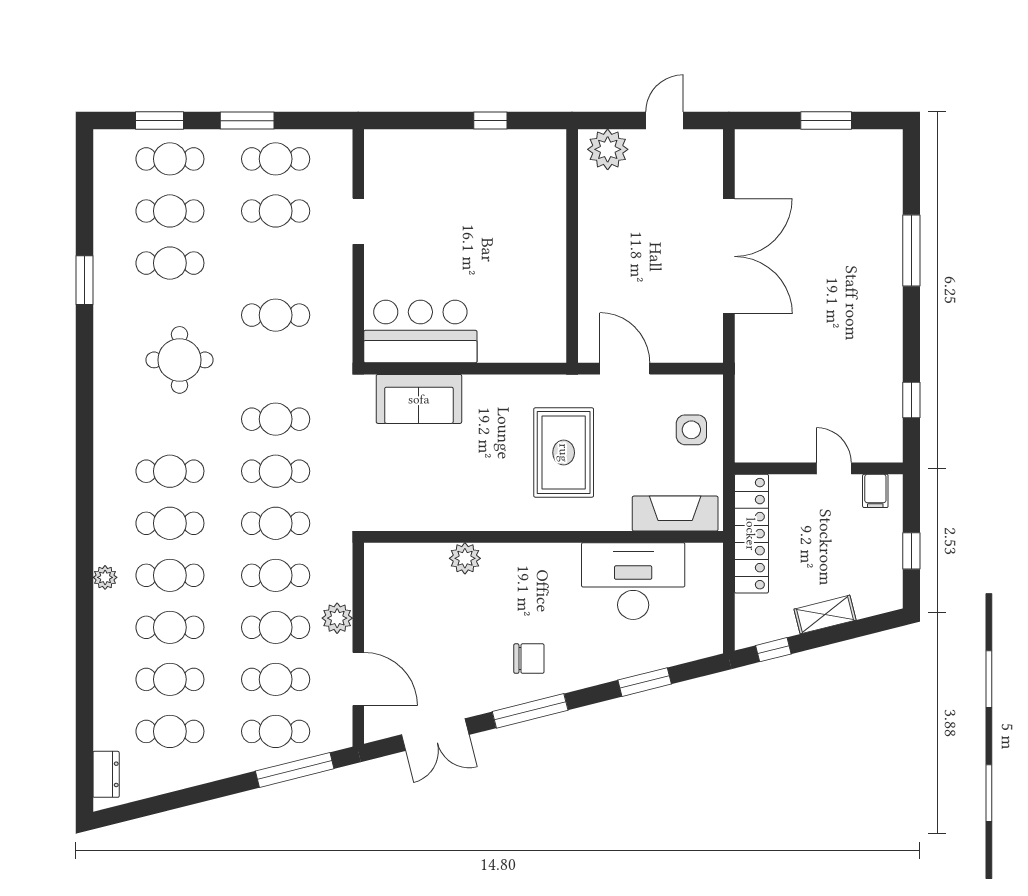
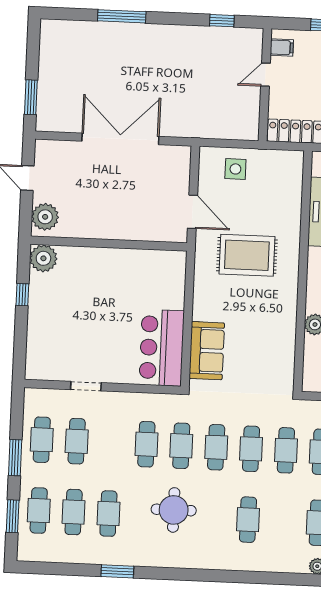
window: (826, 121) -> (31, 97), moved
plant: (546, 150) -> (43, 258), added
door: (625, 369) -> (192, 212), swing flipped
fireplace: (675, 514) -> (291, 182), removed
cafe table: (170, 523) -> (181, 446), moved

